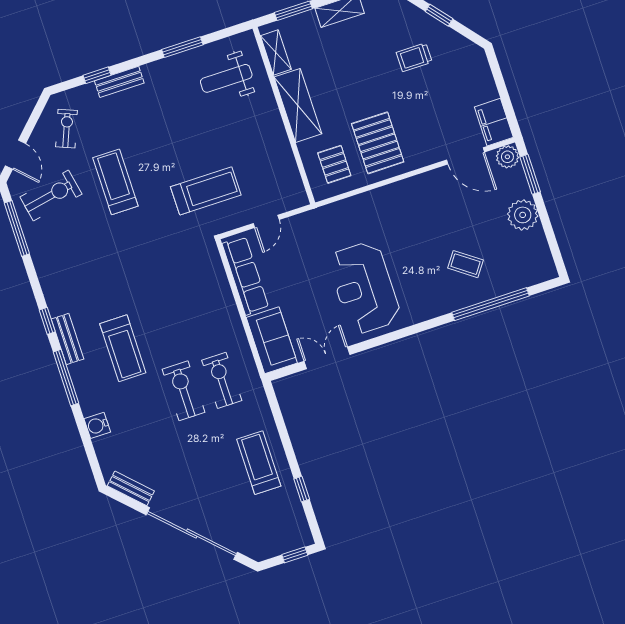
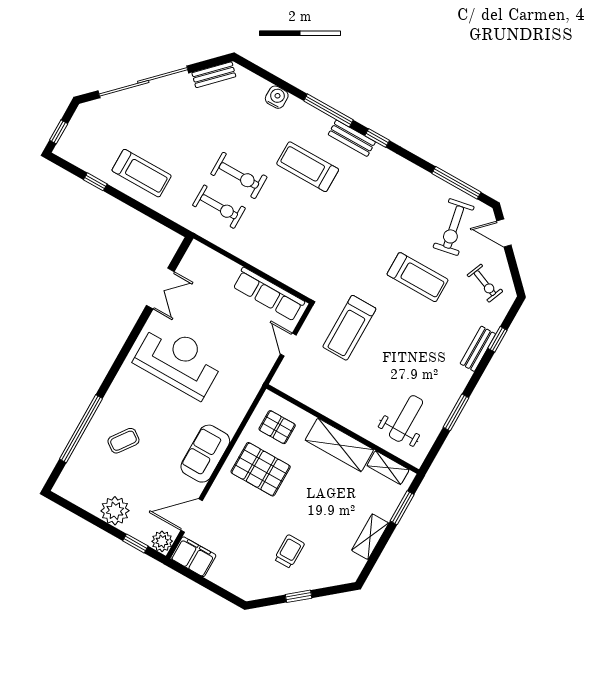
window: (530, 174) -> (135, 543), width x0.67
sofa: (272, 340) -> (205, 454), moved, turned 90

